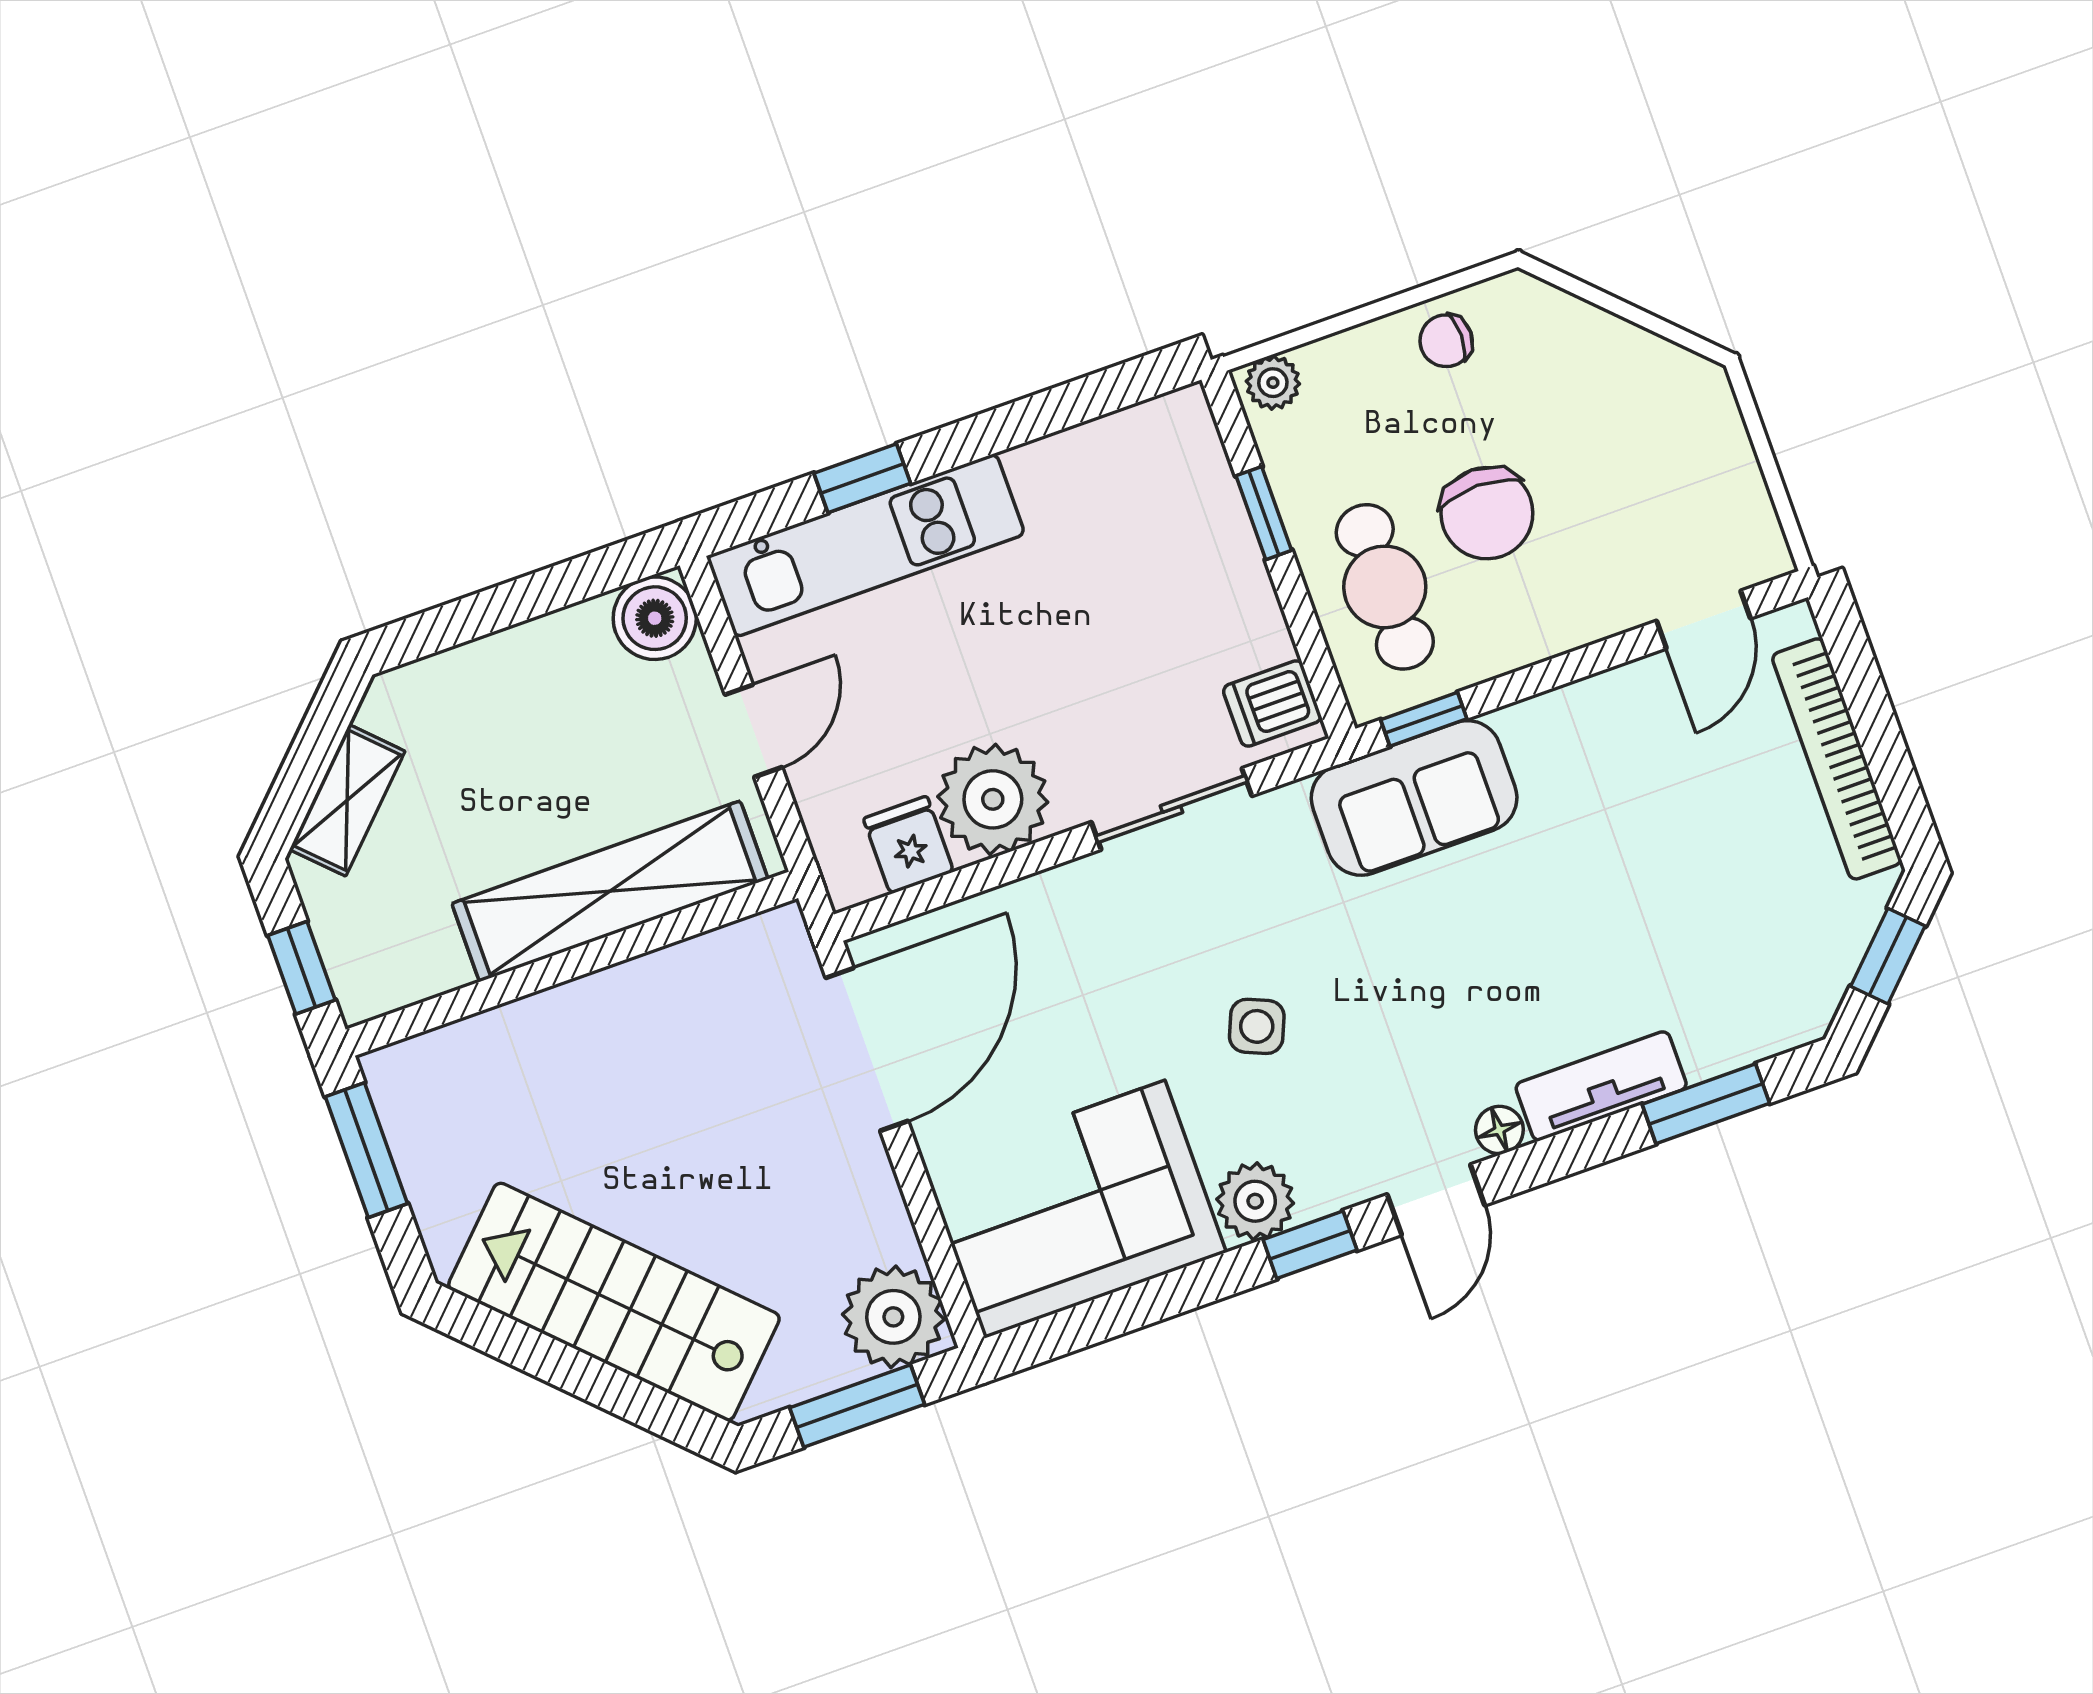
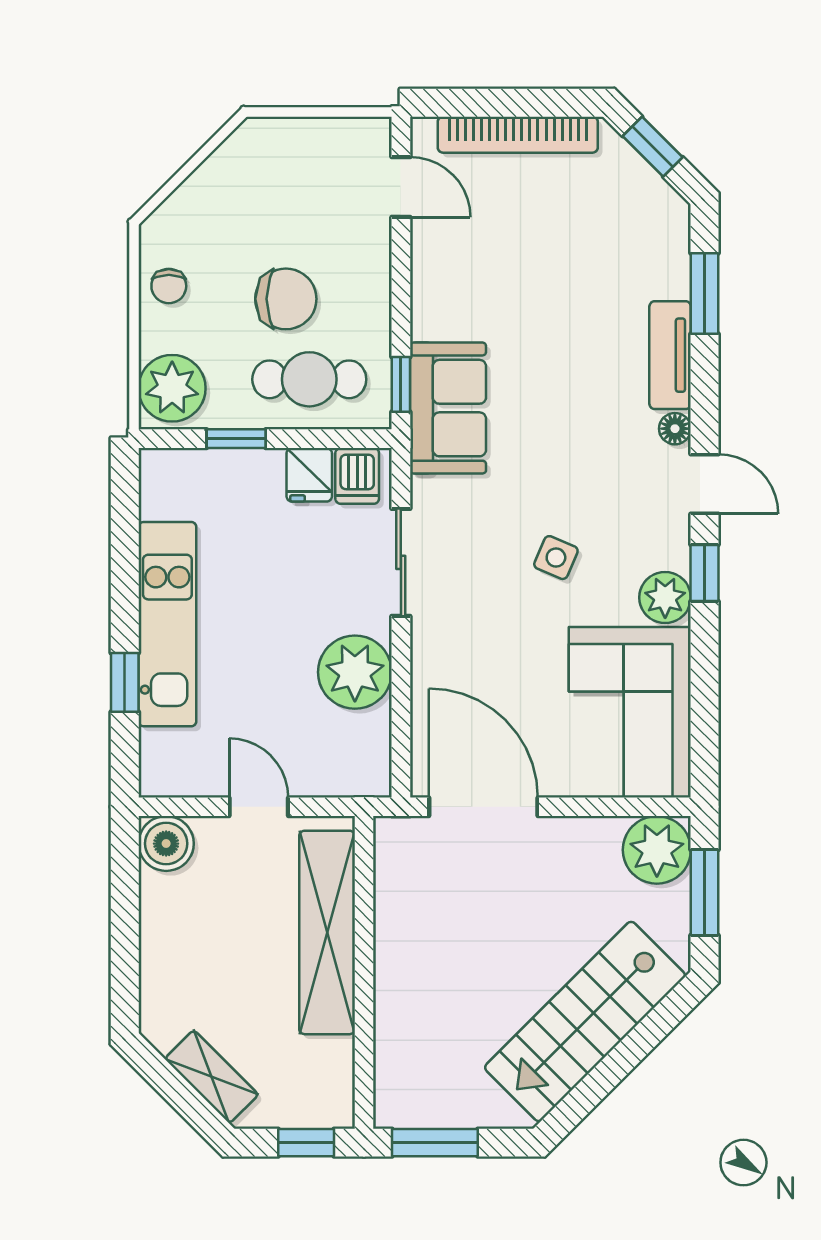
plant: (1273, 383) -> (172, 388), width x1.88, depth x1.88
kitchen unit: (866, 545) -> (167, 624), moved
fridge: (909, 845) -> (309, 475), moved, turned -90

